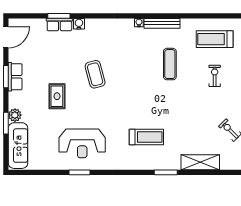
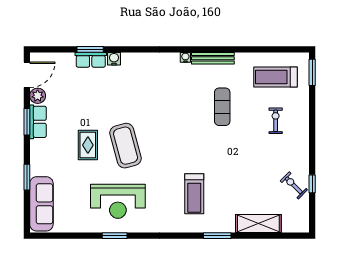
coffee table: (95, 74) -> (126, 146), moved, width x1.36, depth x1.32
plant: (15, 115) -> (38, 96), moved
treadmill: (146, 137) -> (194, 194), turned 90

